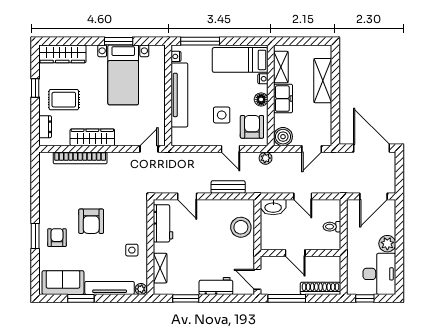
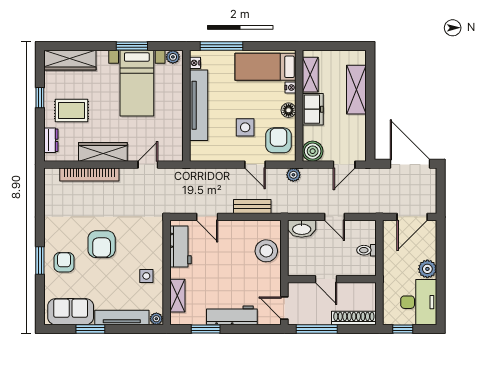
plant: (156, 51) -> (173, 57), added
door: (149, 149) -> (148, 165), moved
workbench: (216, 286) -> (232, 315), width x1.38

